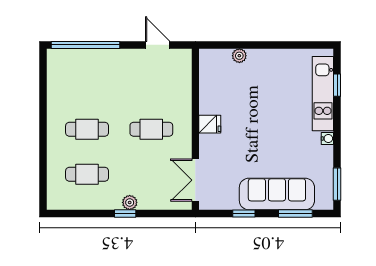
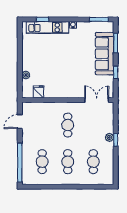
cafe table: (87, 84) -> (42, 162), added
fridge: (210, 124) -> (39, 92), moved
double door: (195, 180) -> (97, 100), swing flipped

